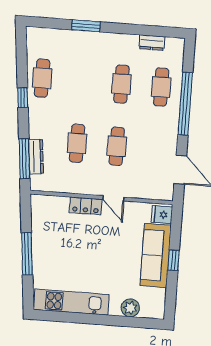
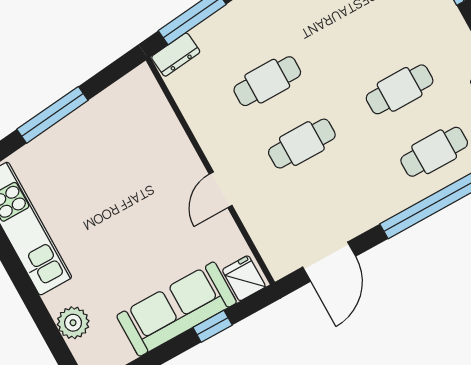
dresser: (36, 157) -> (176, 55), moved, width x0.70
locker: (86, 206) -> (182, 156), removed
window: (173, 260) -> (213, 326), moved

